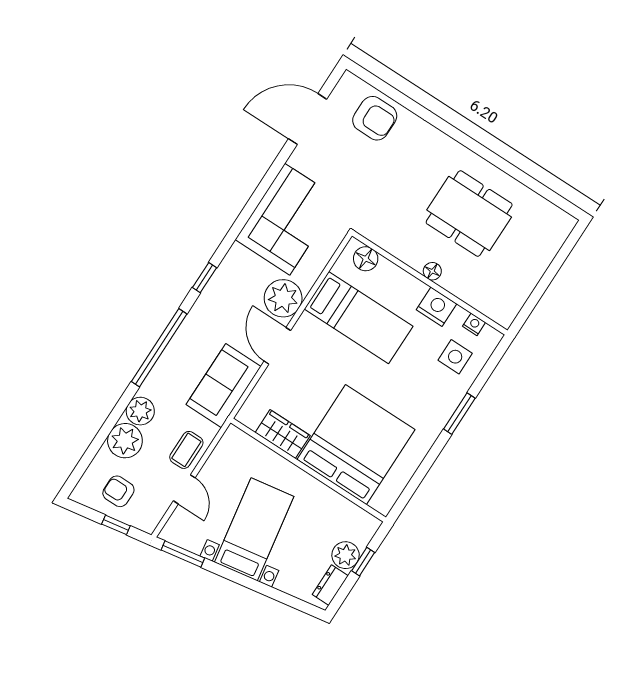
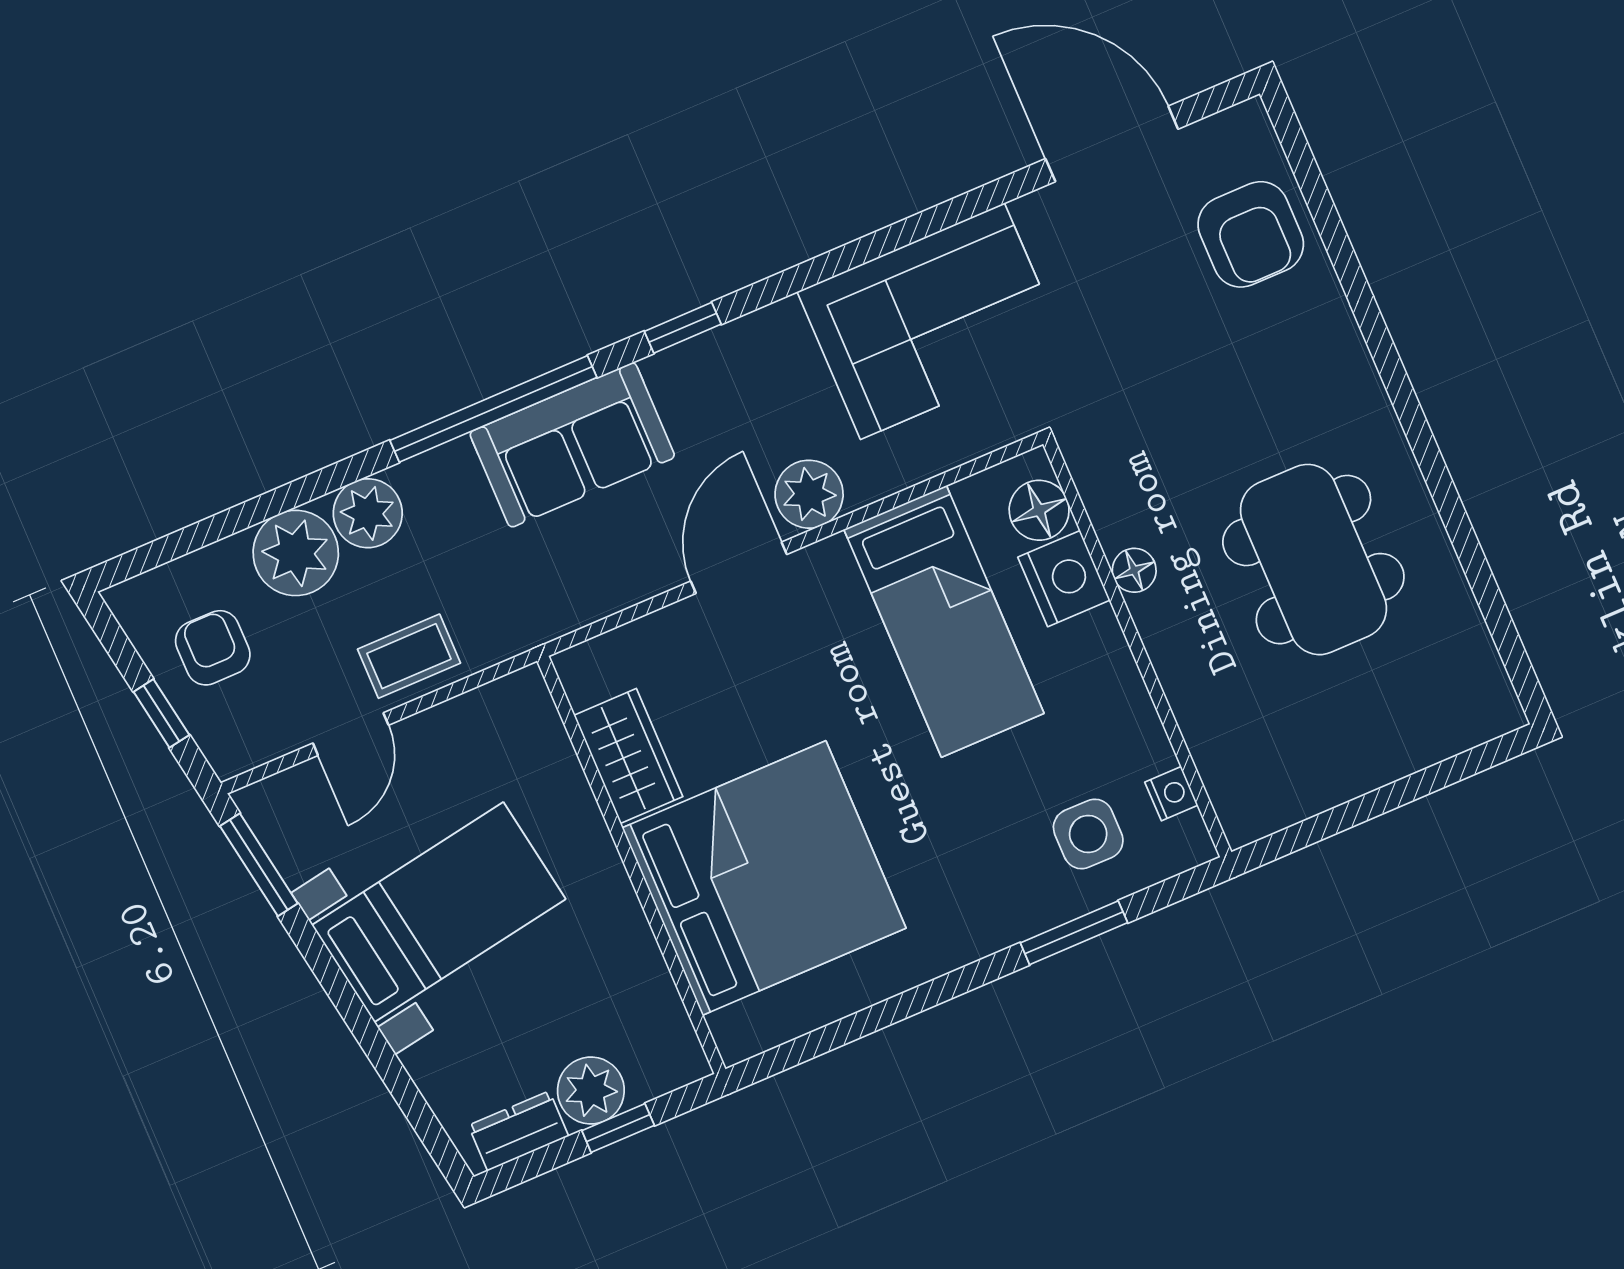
floor lamp: (432, 271) -> (1134, 570), moved
plant: (283, 298) -> (809, 494), width x0.73, depth x0.73
nightstand: (437, 307) -> (1064, 579), moved
sofa: (224, 386) -> (572, 445), moved, turned 180
window: (459, 414) -> (1074, 933), moved

